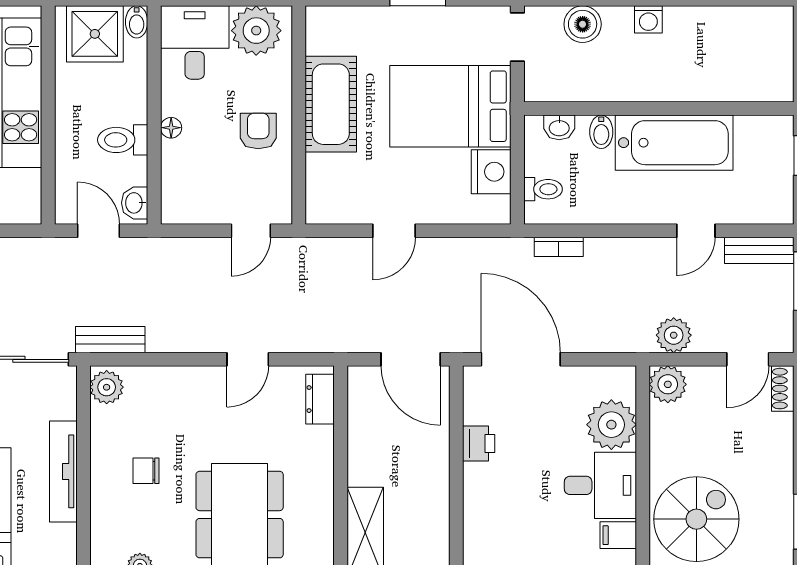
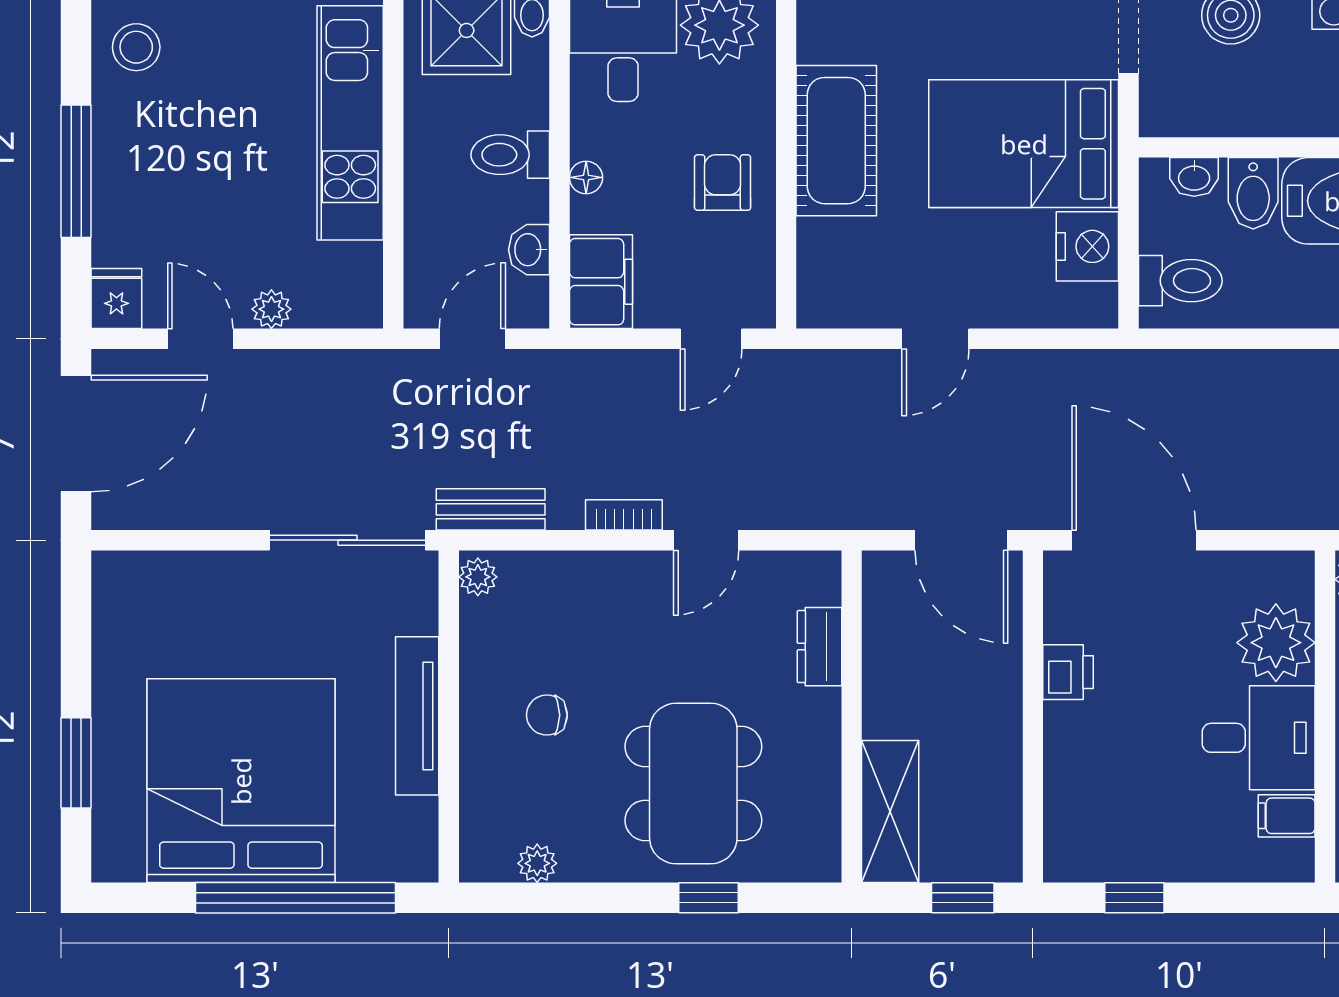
bidet: (601, 132) -> (1253, 193), width x1.38, depth x1.36
toilet: (123, 140) -> (510, 155), moved
toilet: (543, 189) -> (1180, 281), width x1.37, depth x1.39
filing cabinet: (181, 194) -> (601, 282), added
washbasin: (135, 203) -> (529, 250), moved
door: (99, 231) -> (472, 339), hinge flipped
bookcase: (559, 247) -> (624, 515), moved, turned 180
plant: (107, 387) -> (478, 577), width x0.73, depth x0.73
dresser: (320, 399) -> (819, 647), moved

